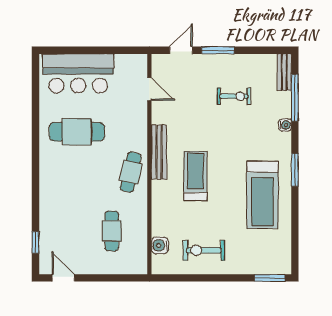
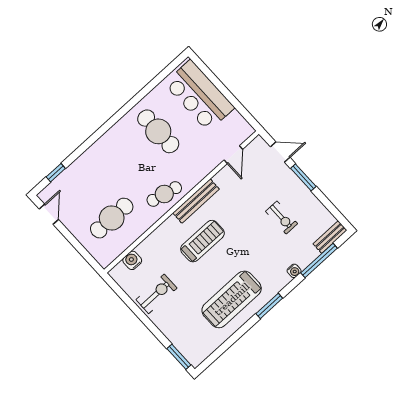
cafe table: (112, 231) -> (112, 218), width x1.37, depth x1.35
exercise bike: (204, 250) -> (156, 294), turned 90

